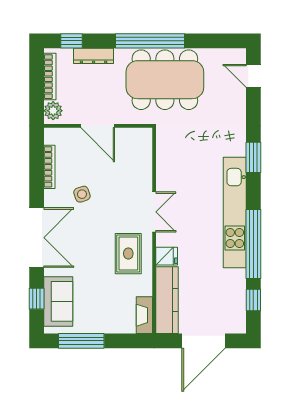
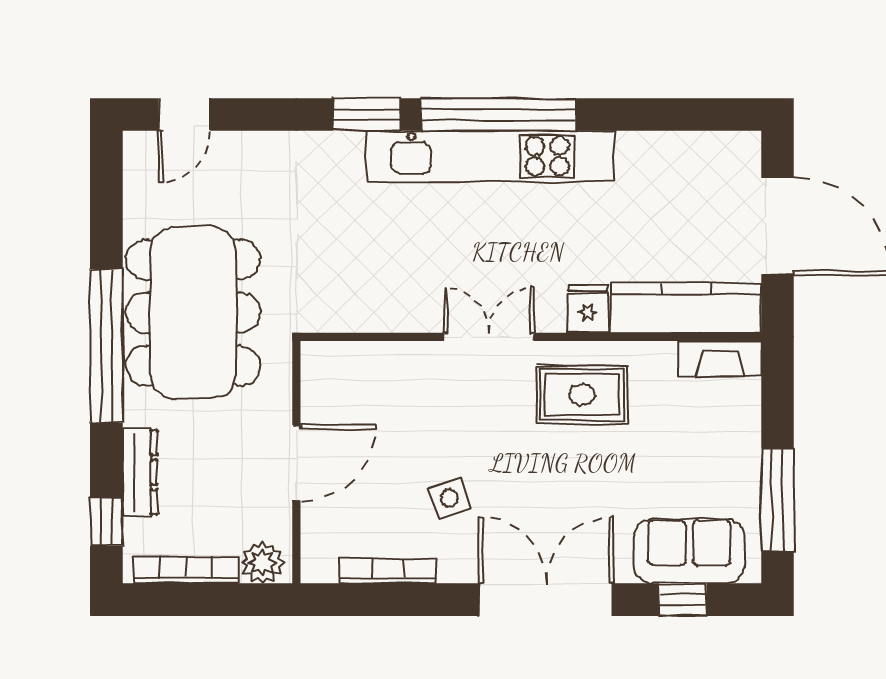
window: (253, 244) -> (499, 114), moved
window: (253, 300) -> (686, 114), removed

